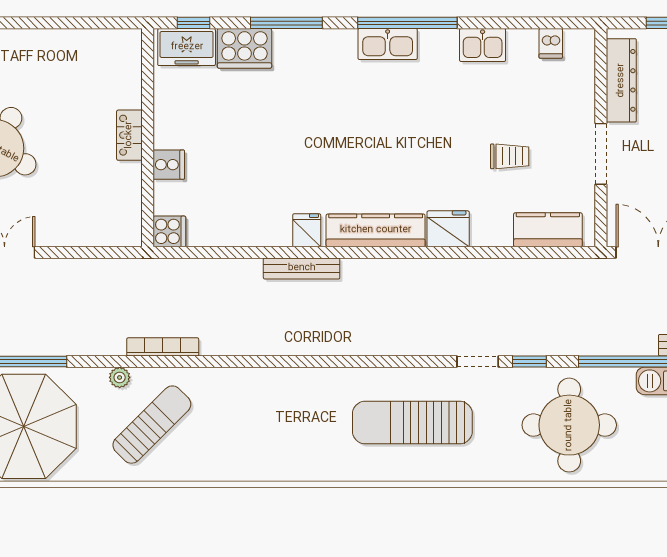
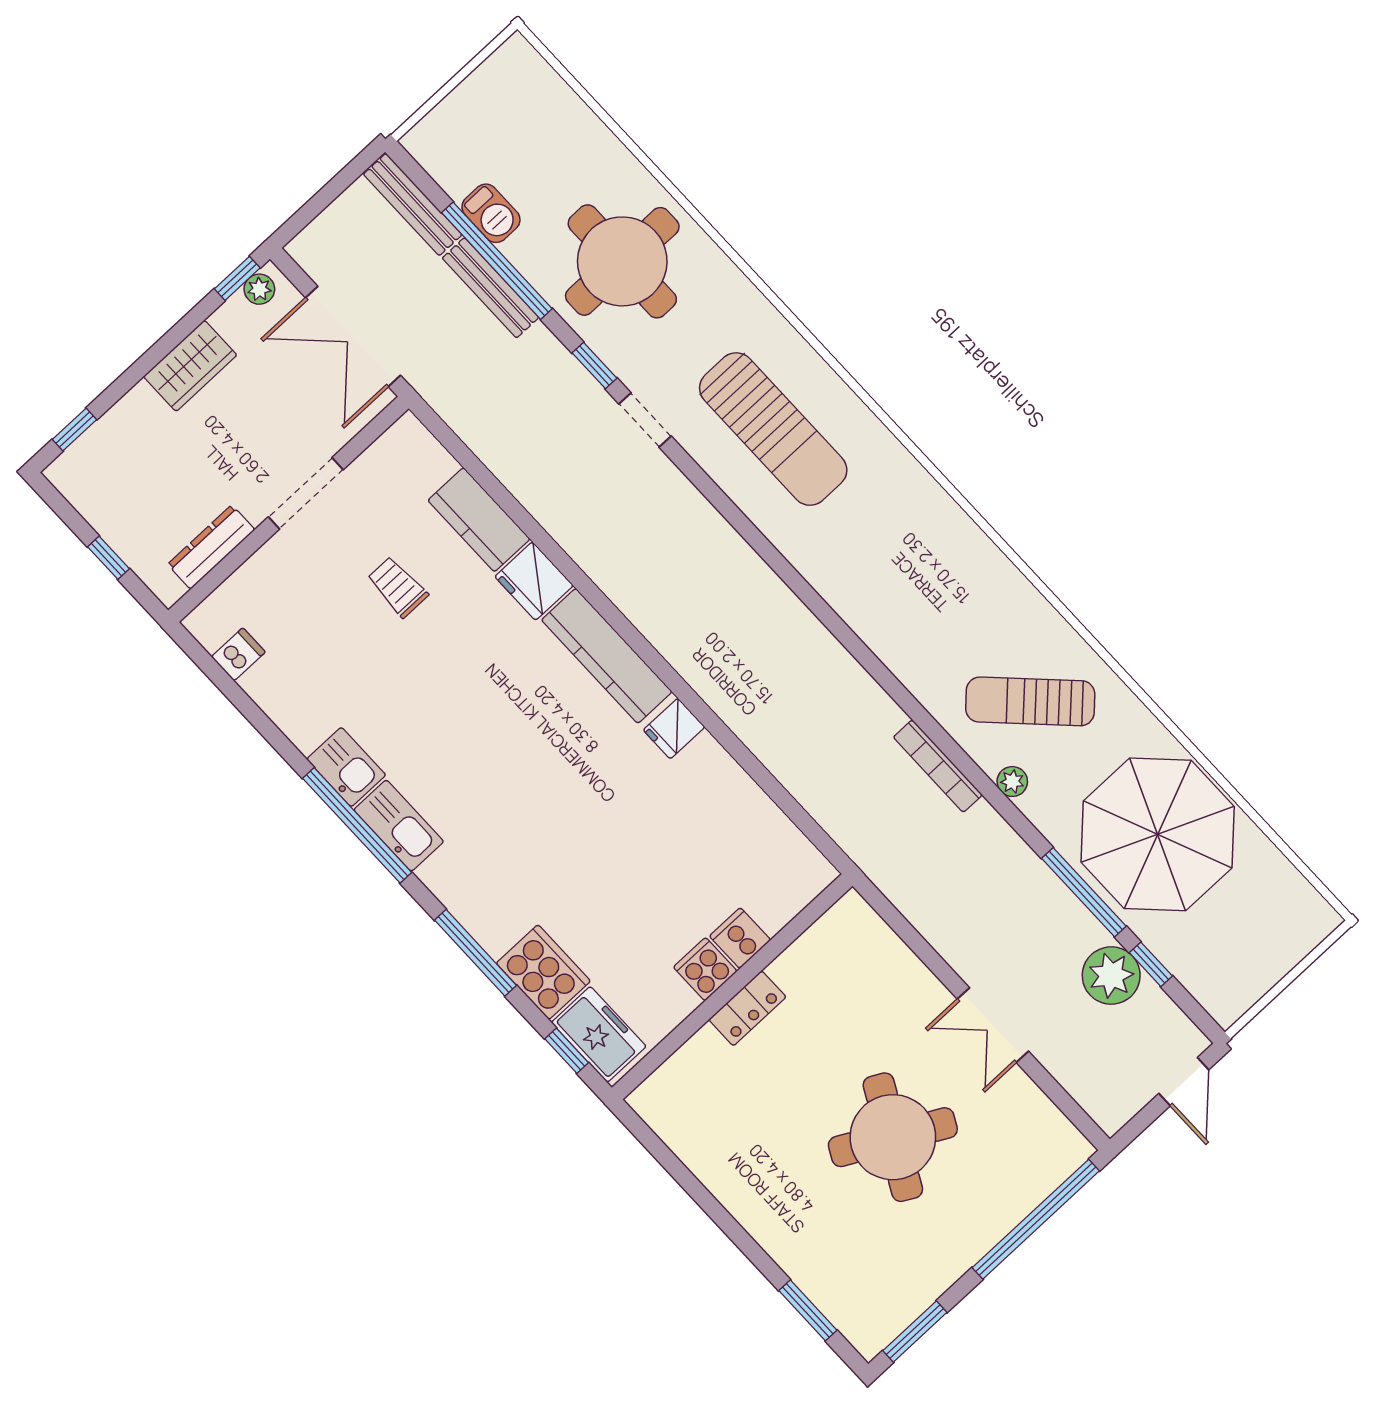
kitchen sink: (483, 45) -> (346, 767), moved
dresser: (621, 80) -> (211, 547), width x0.73, depth x0.80
kitchen counter: (548, 230) -> (479, 520), moved
cooker: (169, 231) -> (705, 969), moved
bench: (302, 268) -> (490, 288), moved

